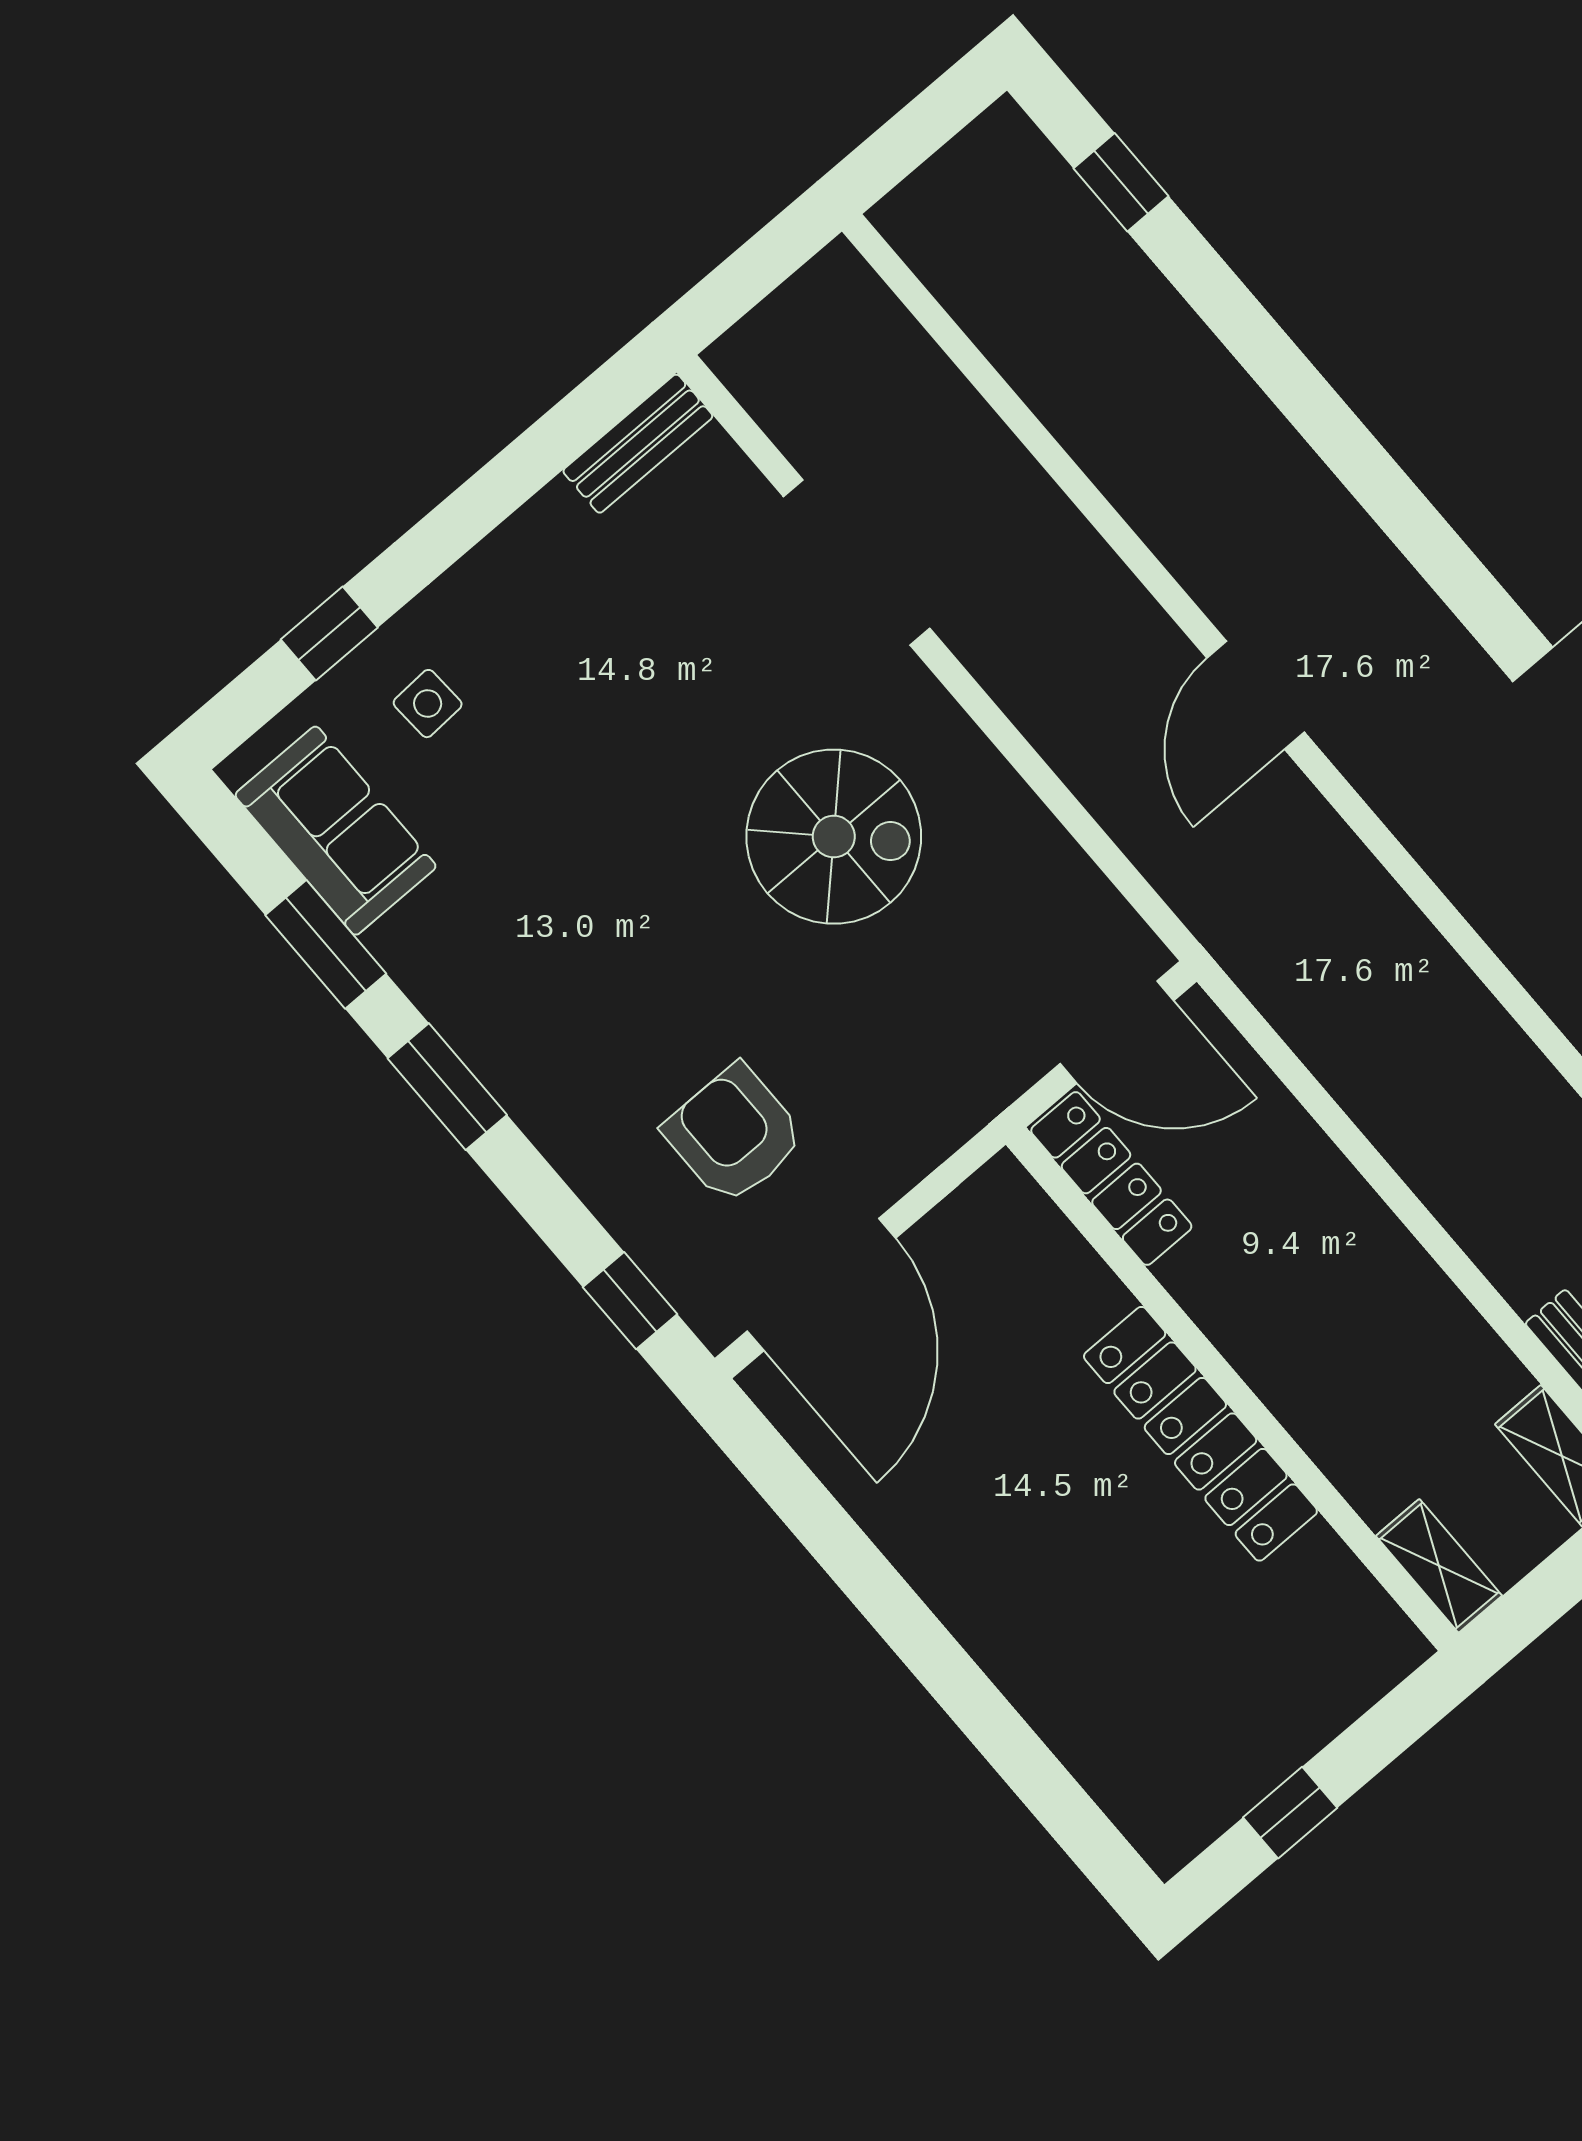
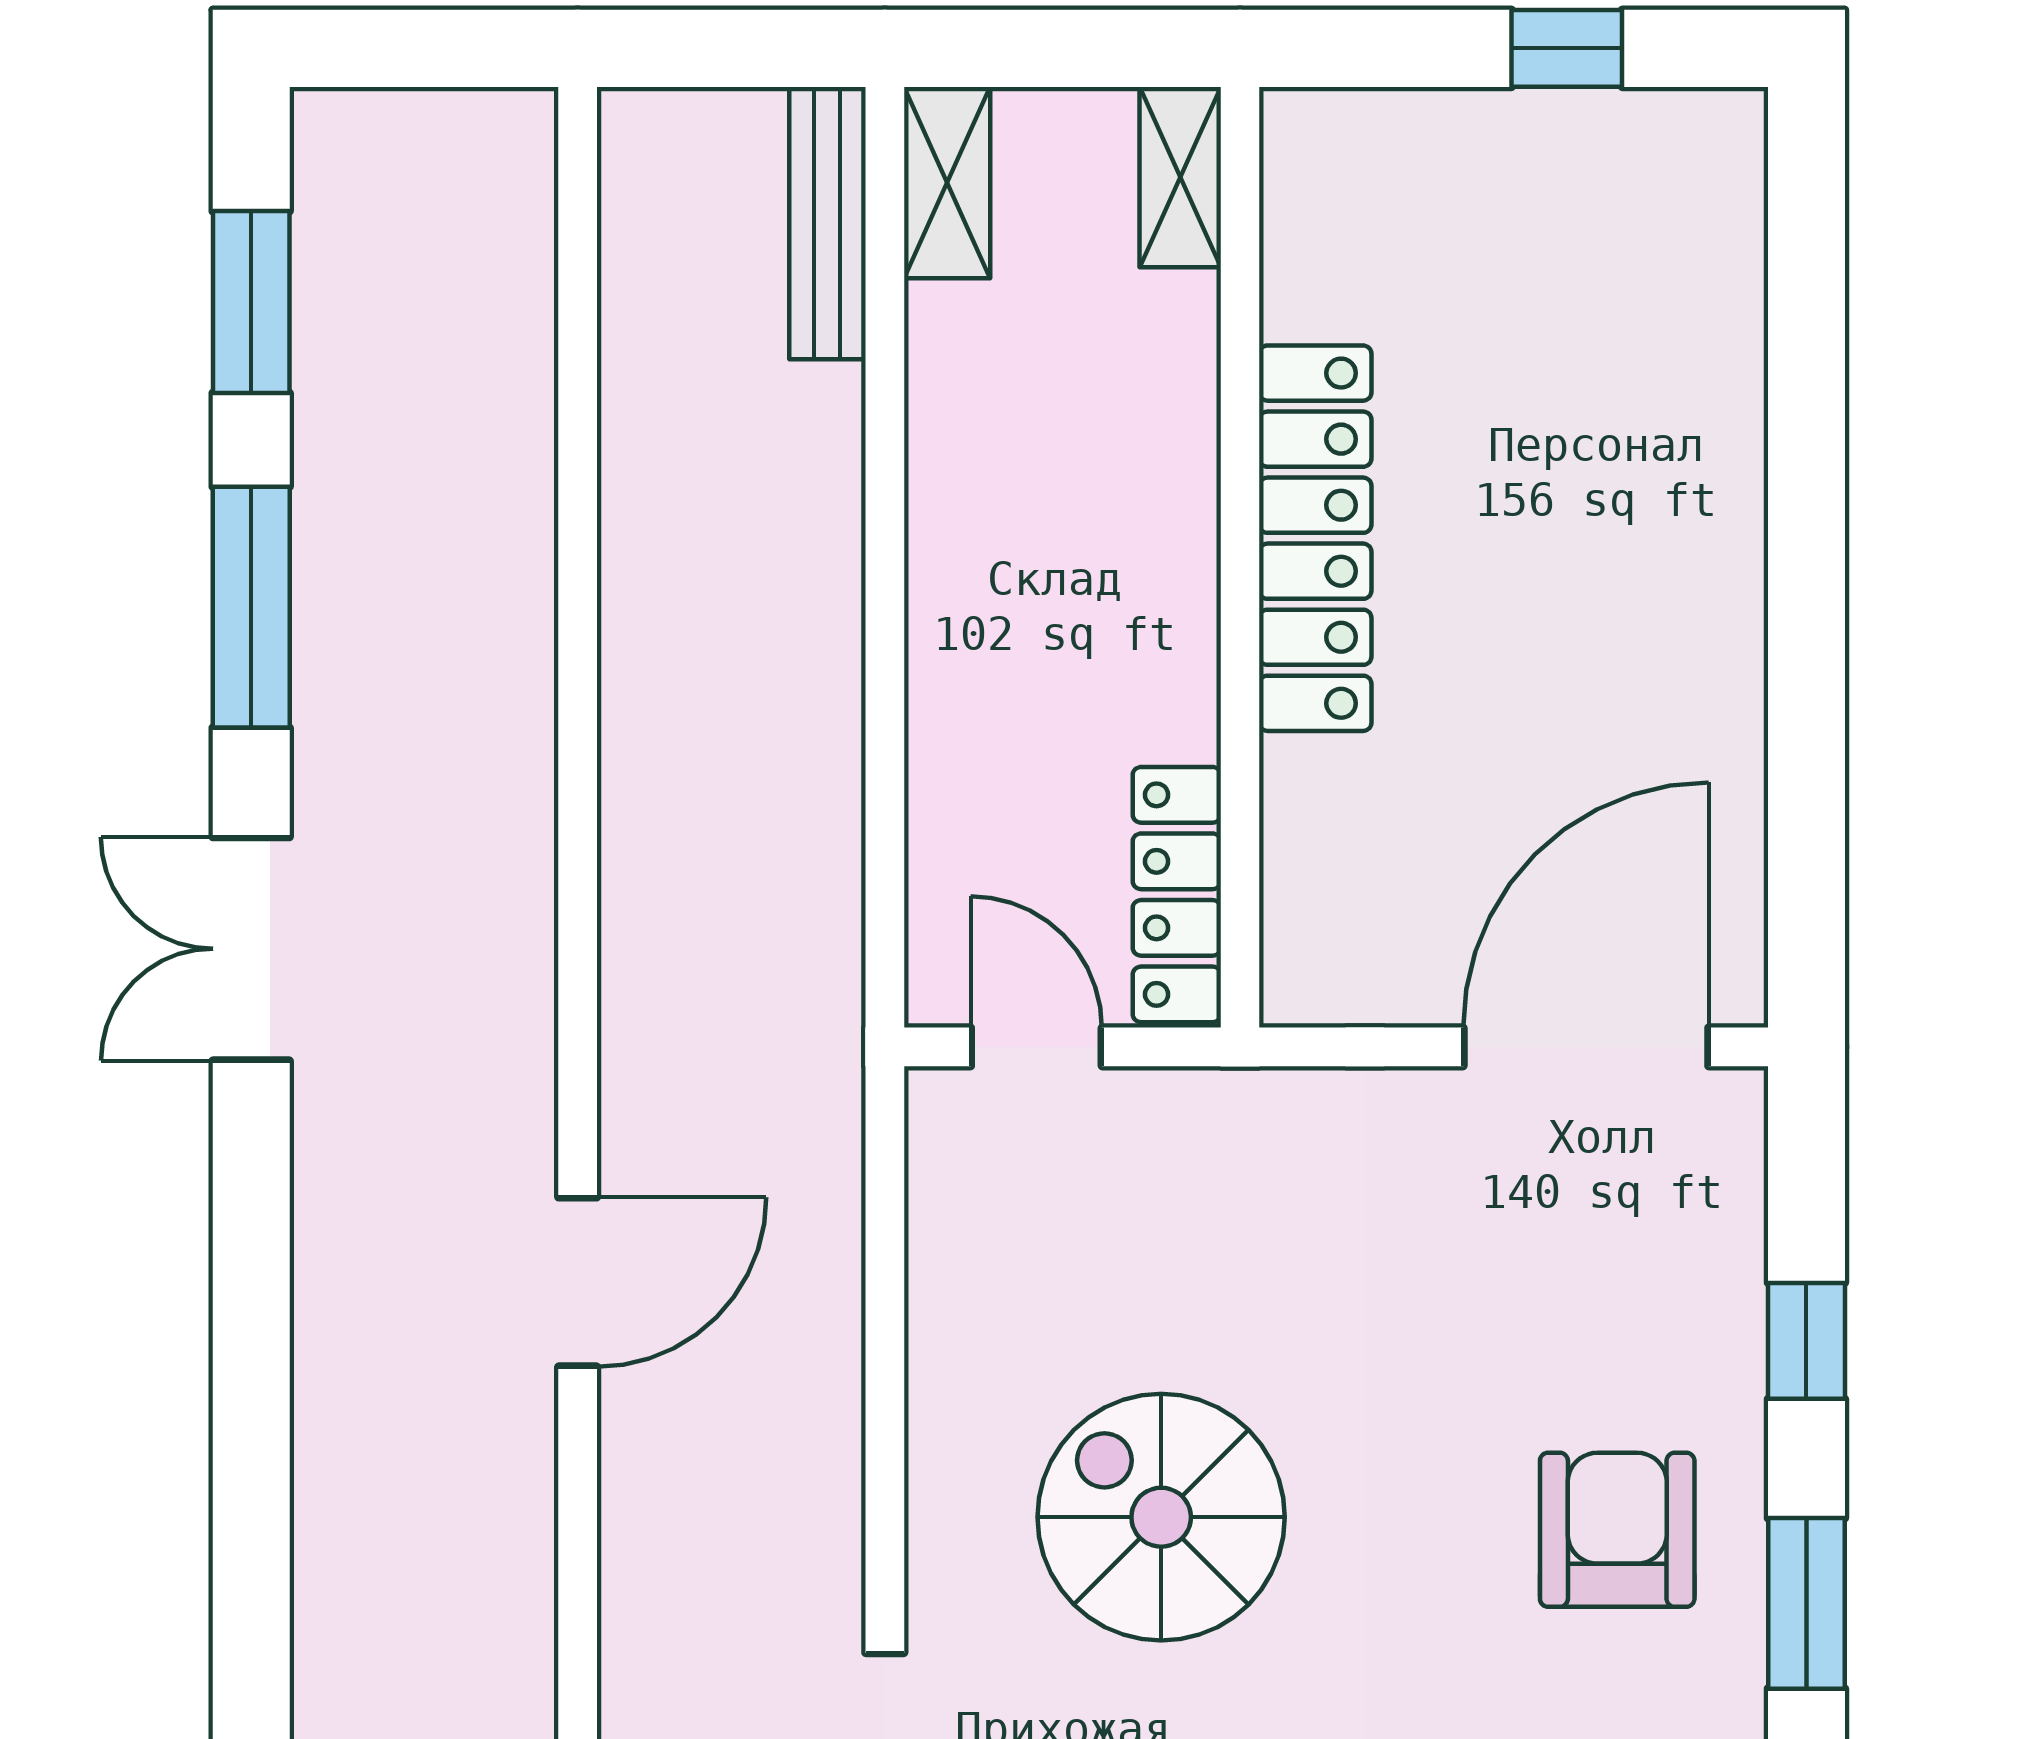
door: (1117, 1032) -> (1036, 1047), width x0.73
armchair: (734, 1134) -> (1617, 1530), moved, turned 180
window: (630, 1301) -> (1806, 1341), moved

